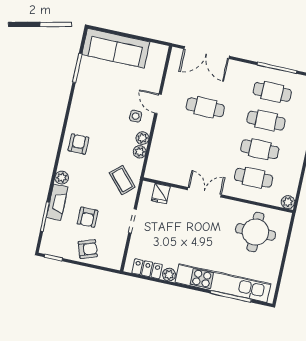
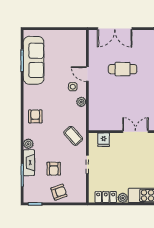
sofa: (116, 48) -> (34, 60), moved, turned -90
plant: (140, 152) -> (81, 112), removed

